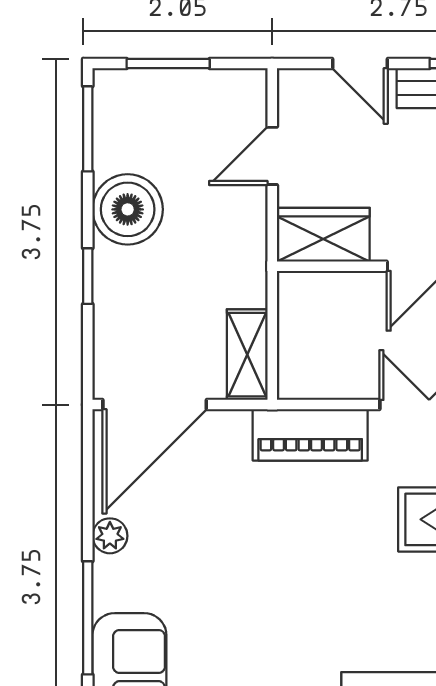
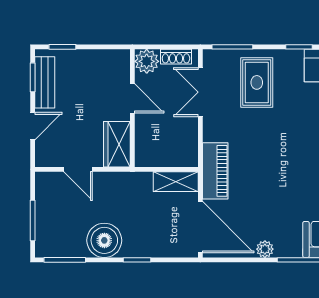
piano: (310, 435) -> (215, 171), moved

